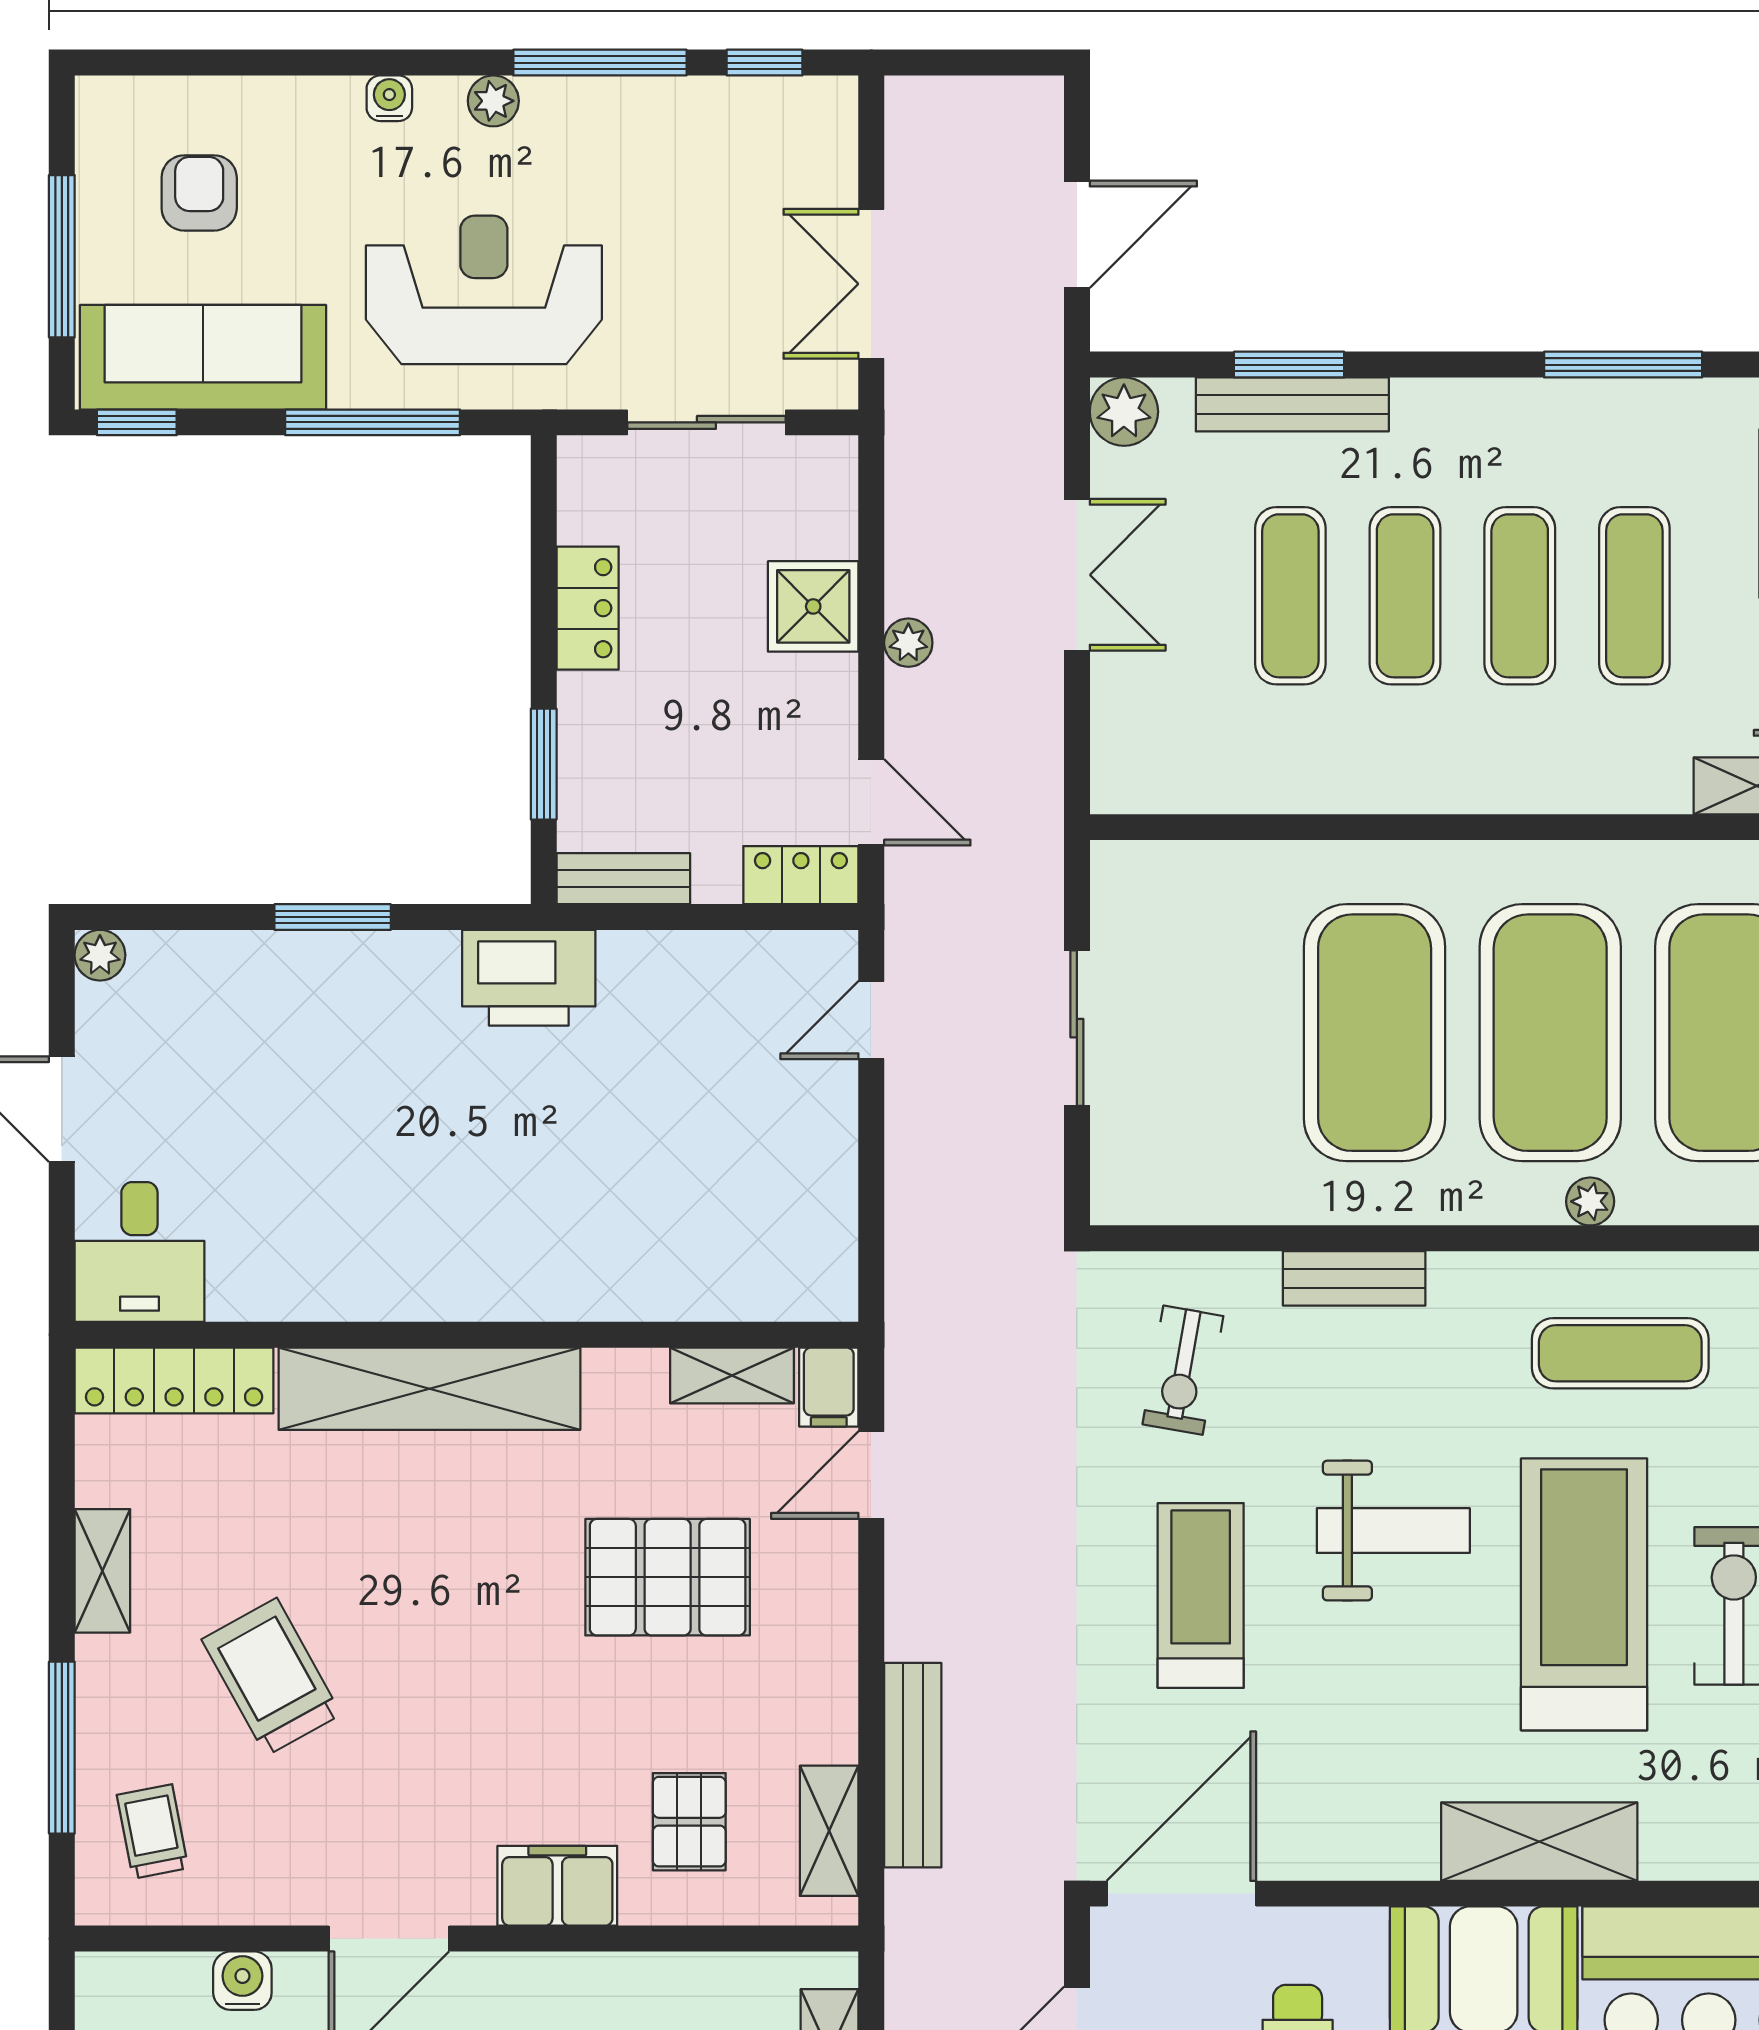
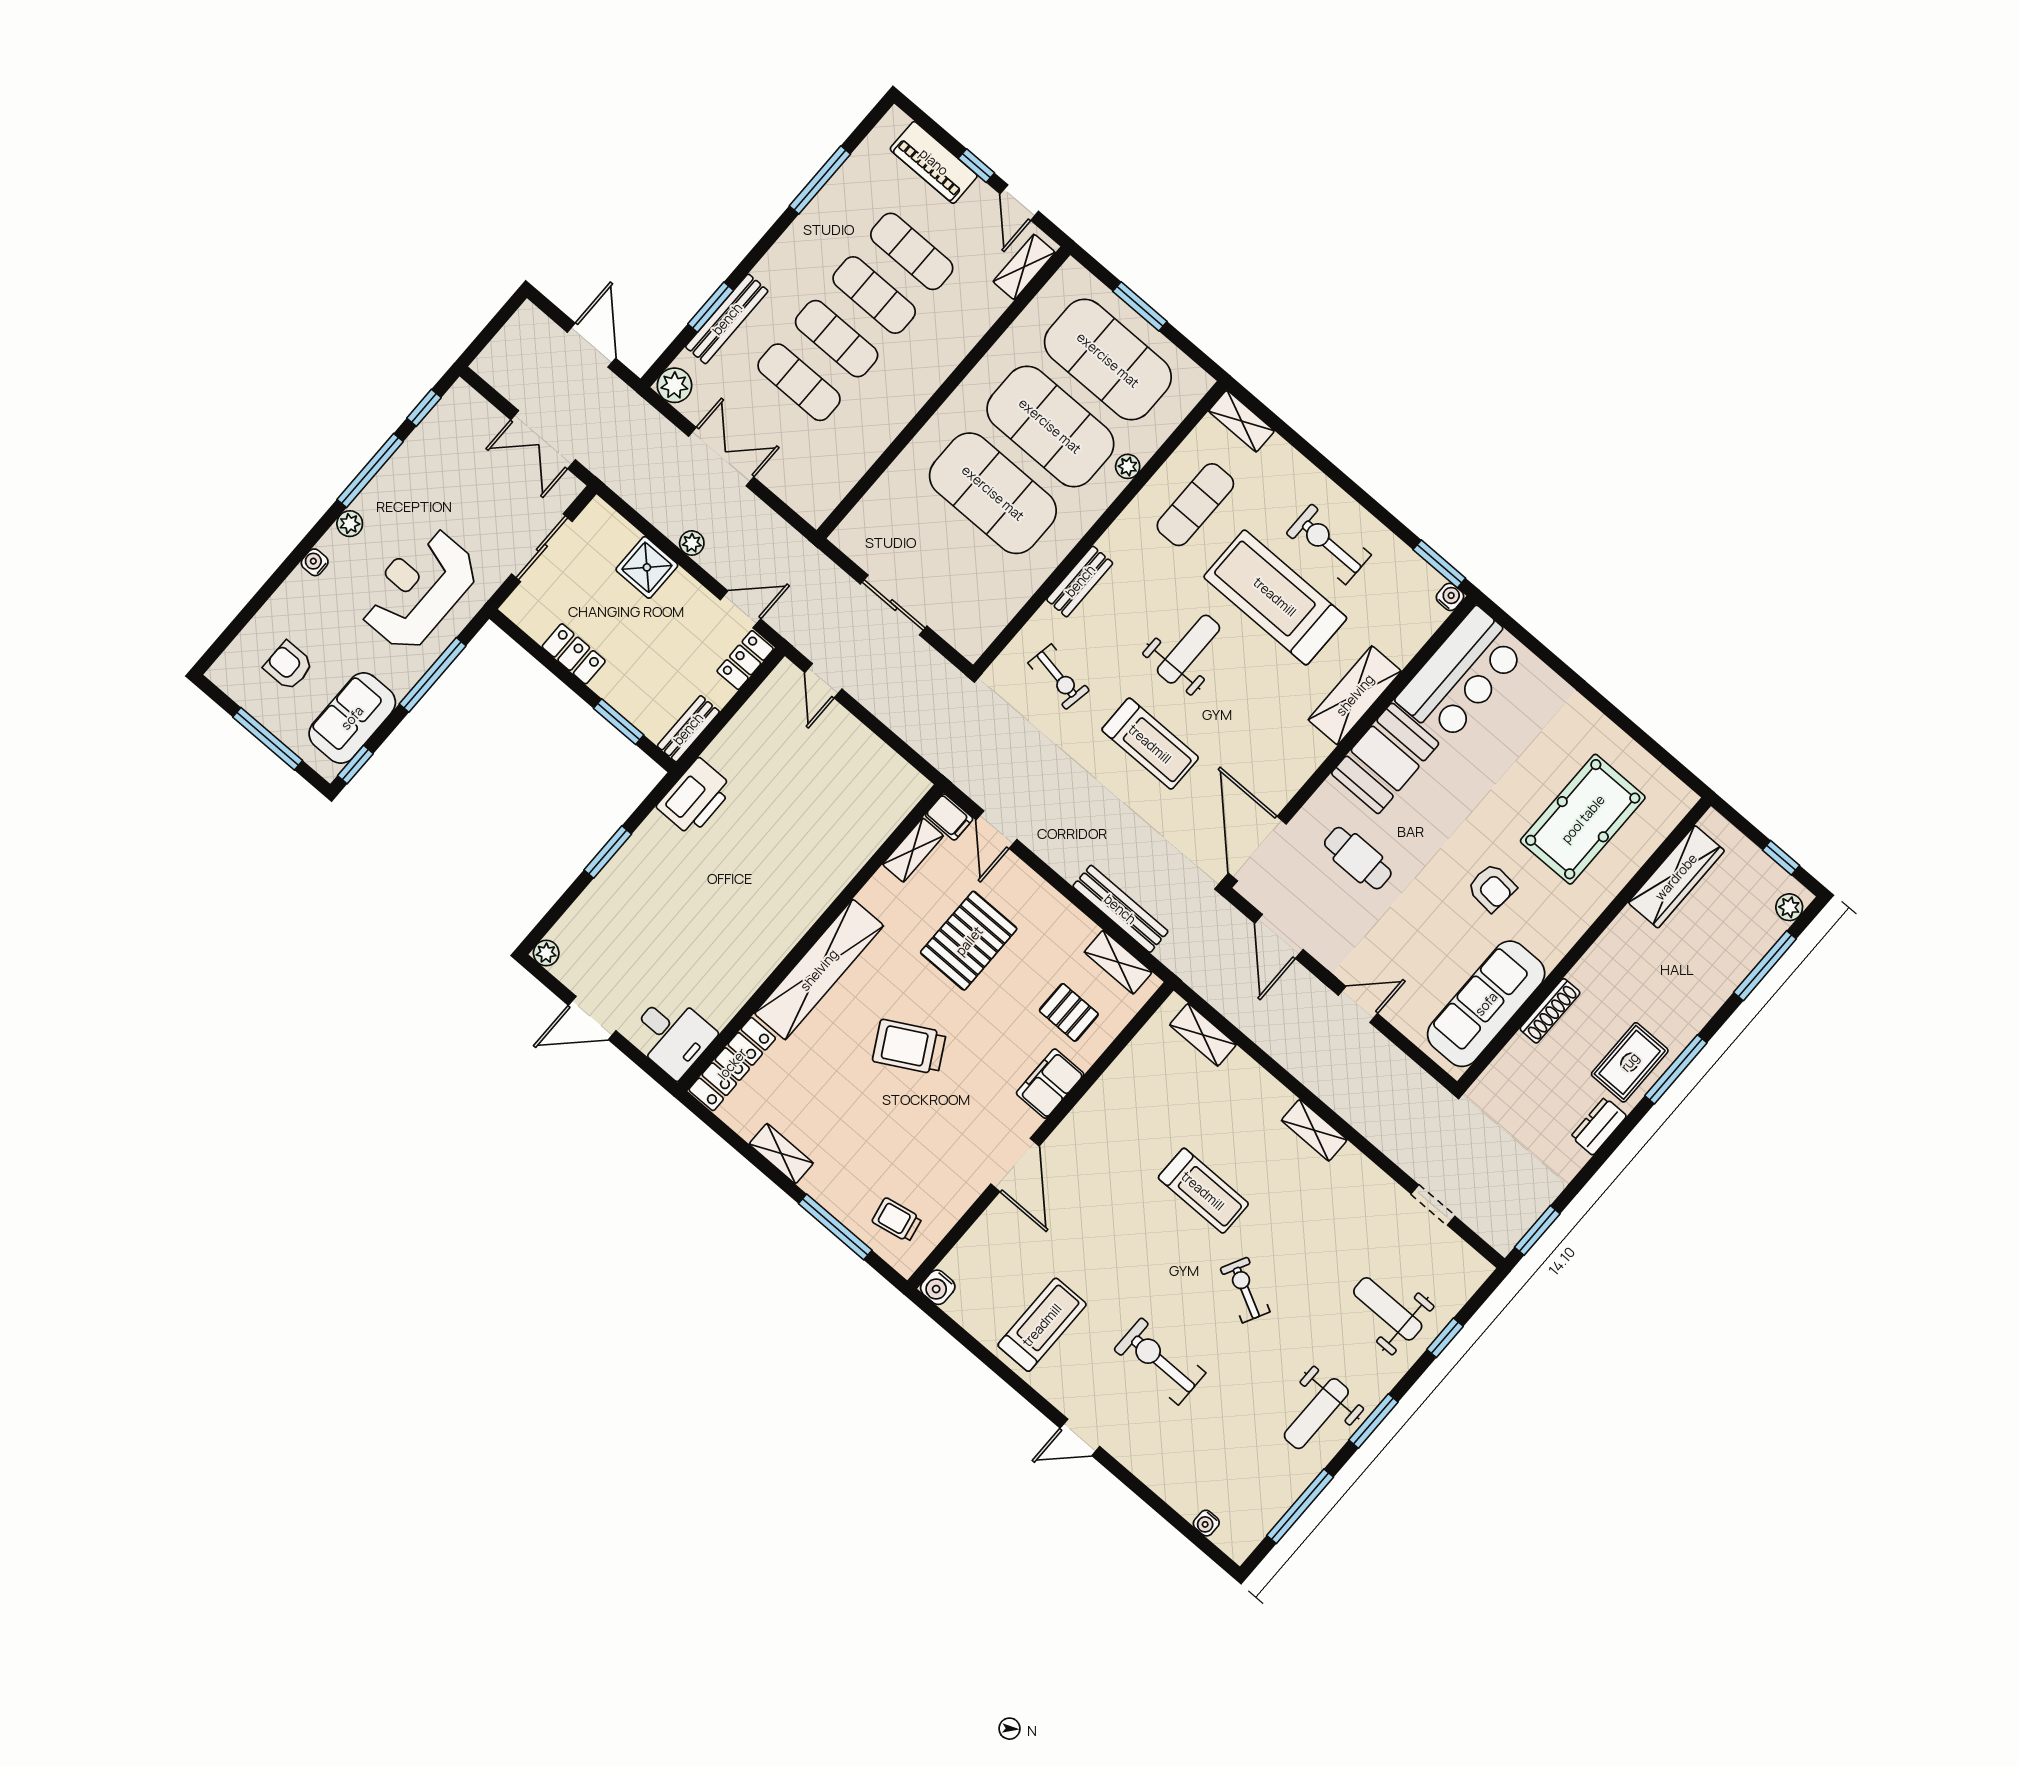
sofa: (203, 357) -> (352, 718), width x0.73
treadmill: (1201, 1595) -> (1150, 744), turned 180
trolley: (271, 1677) -> (909, 1047), moved
water cooler: (242, 1981) -> (938, 1287), moved, turned -90

